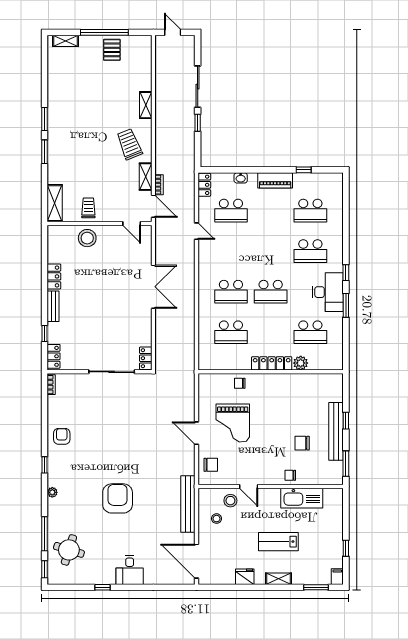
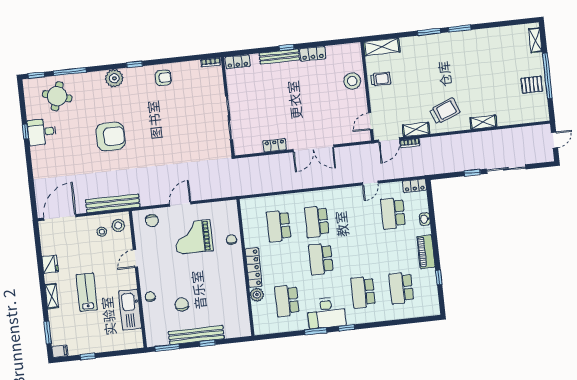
bench: (53, 306) -> (279, 57), width x1.36
window: (44, 333) -> (286, 48), moved
locker: (146, 358) -> (275, 145), moved
plant: (52, 492) -> (114, 78), width x1.87, depth x1.87
stool: (230, 501) -> (118, 225), moved
desk: (130, 570) -> (42, 132), moved

